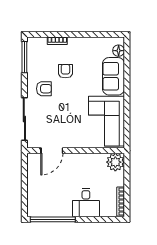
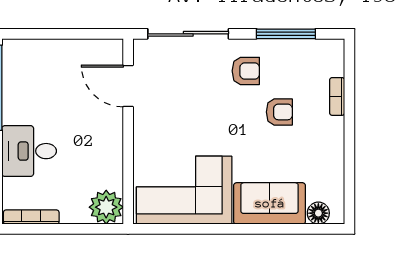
window: (24, 57) -> (286, 34), moved
armchair: (44, 89) -> (246, 71), turned -90

